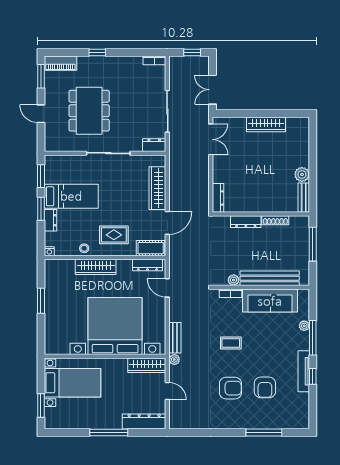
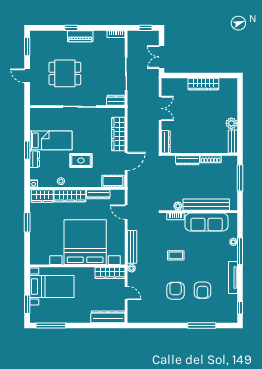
piano: (60, 63) -> (80, 36), moved
dining table: (89, 111) -> (65, 73), width x0.73
double door: (211, 139) -> (160, 108), moved
window: (41, 176) -> (27, 125), removed
rug: (114, 235) -> (81, 160), moved
dresser: (148, 265) -> (98, 194), moved
wardrobe: (60, 267) -> (42, 196), added
bench: (175, 338) -> (132, 247), width x1.36
window: (313, 376) -> (240, 308), moved
armchair: (230, 388) -> (176, 291), turned -90
window: (109, 433) -> (51, 326), moved

